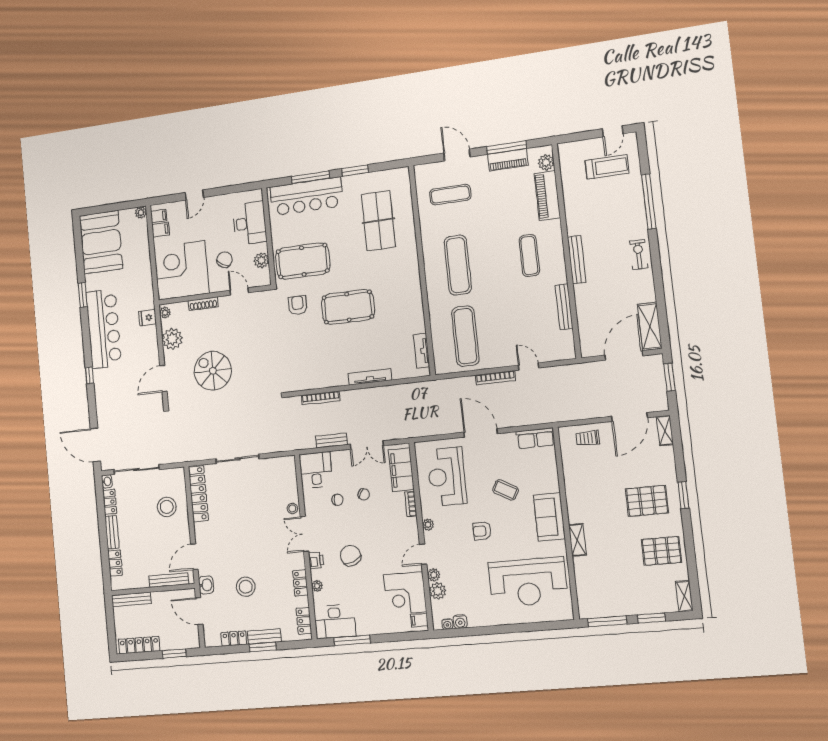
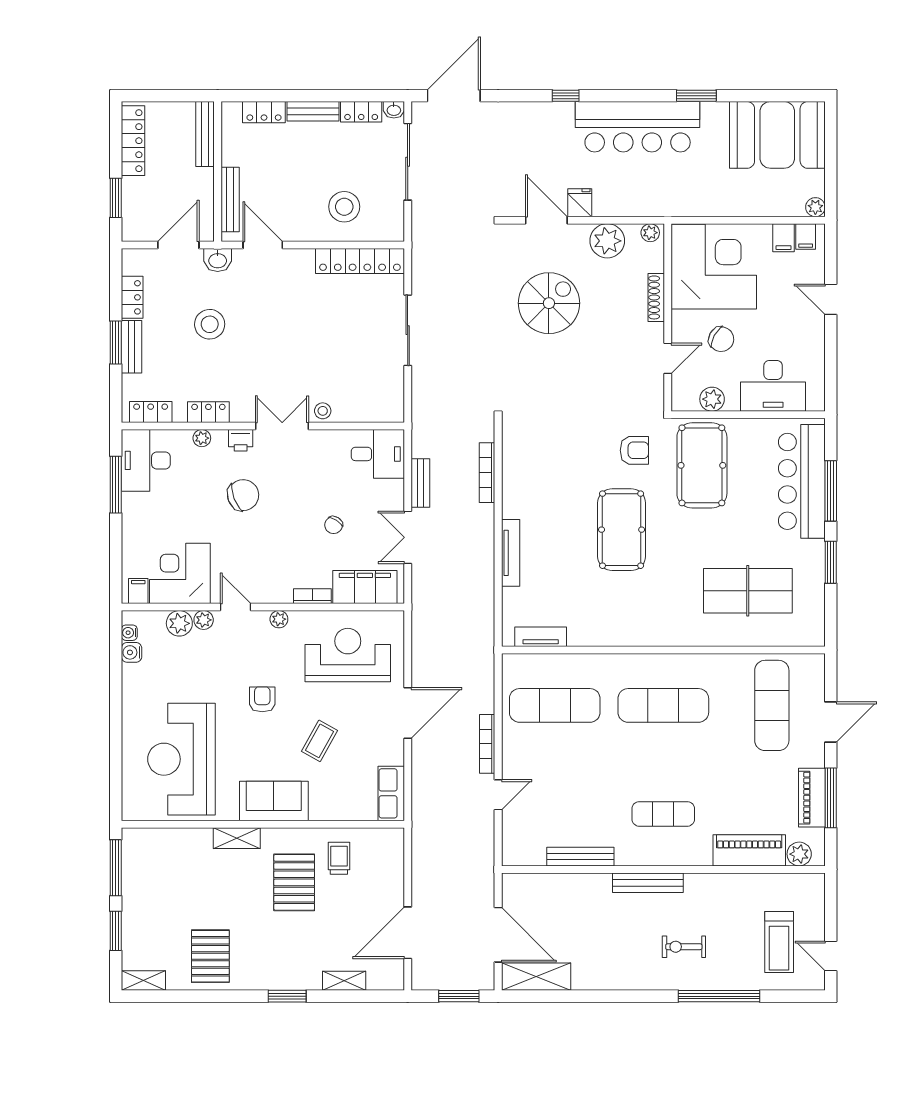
exercise mat: (450, 195) -> (772, 705), width x1.36, depth x1.45
exercise bike: (639, 254) -> (684, 947), moved, turned 180
fridge: (148, 318) -> (580, 203), moved
door: (629, 417) -> (408, 933), hinge flipped
shelving: (665, 431) -> (344, 981), moved
trolley: (588, 438) -> (339, 858), moved
chair: (337, 500) -> (329, 483), removed
pallet: (647, 501) -> (294, 882), moved

